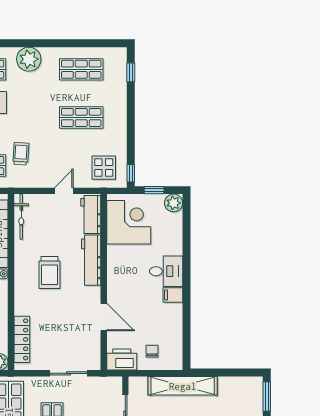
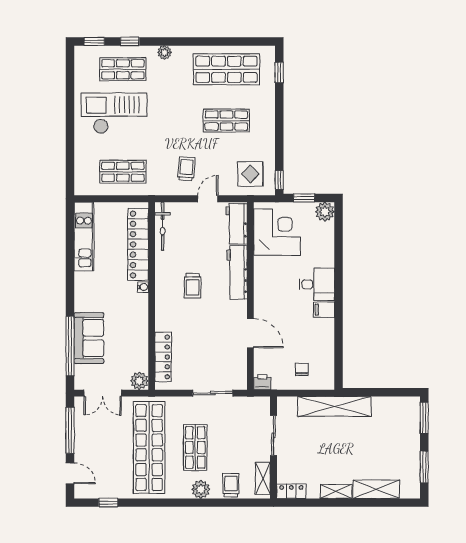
plant: (29, 59) -> (165, 52), width x0.53, depth x0.53
shop shelf: (81, 69) -> (226, 69), width x1.43, depth x1.36
trolley: (21, 154) -> (186, 169), moved
trolley: (49, 273) -> (193, 286), width x0.73, depth x0.72
printer: (122, 360) -> (262, 382), width x0.53, depth x0.68

